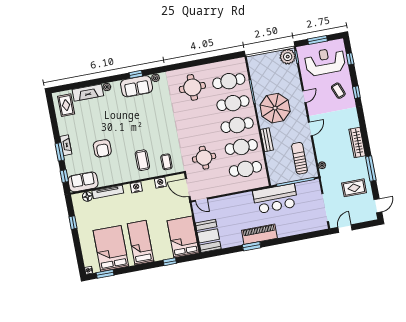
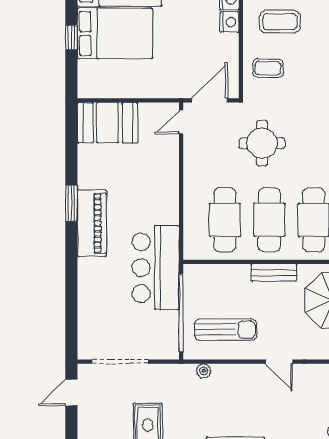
nightstand: (160, 183) -> (229, 22), moved
door: (345, 229) -> (71, 392), swing flipped
bed: (183, 237) -> (115, 33), moved

